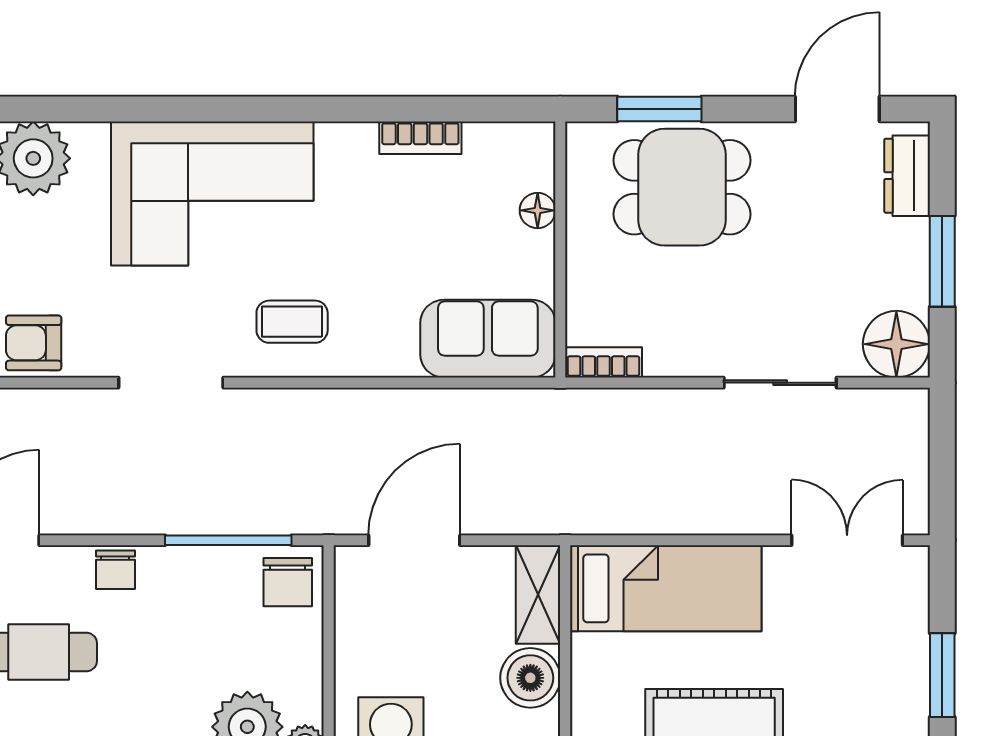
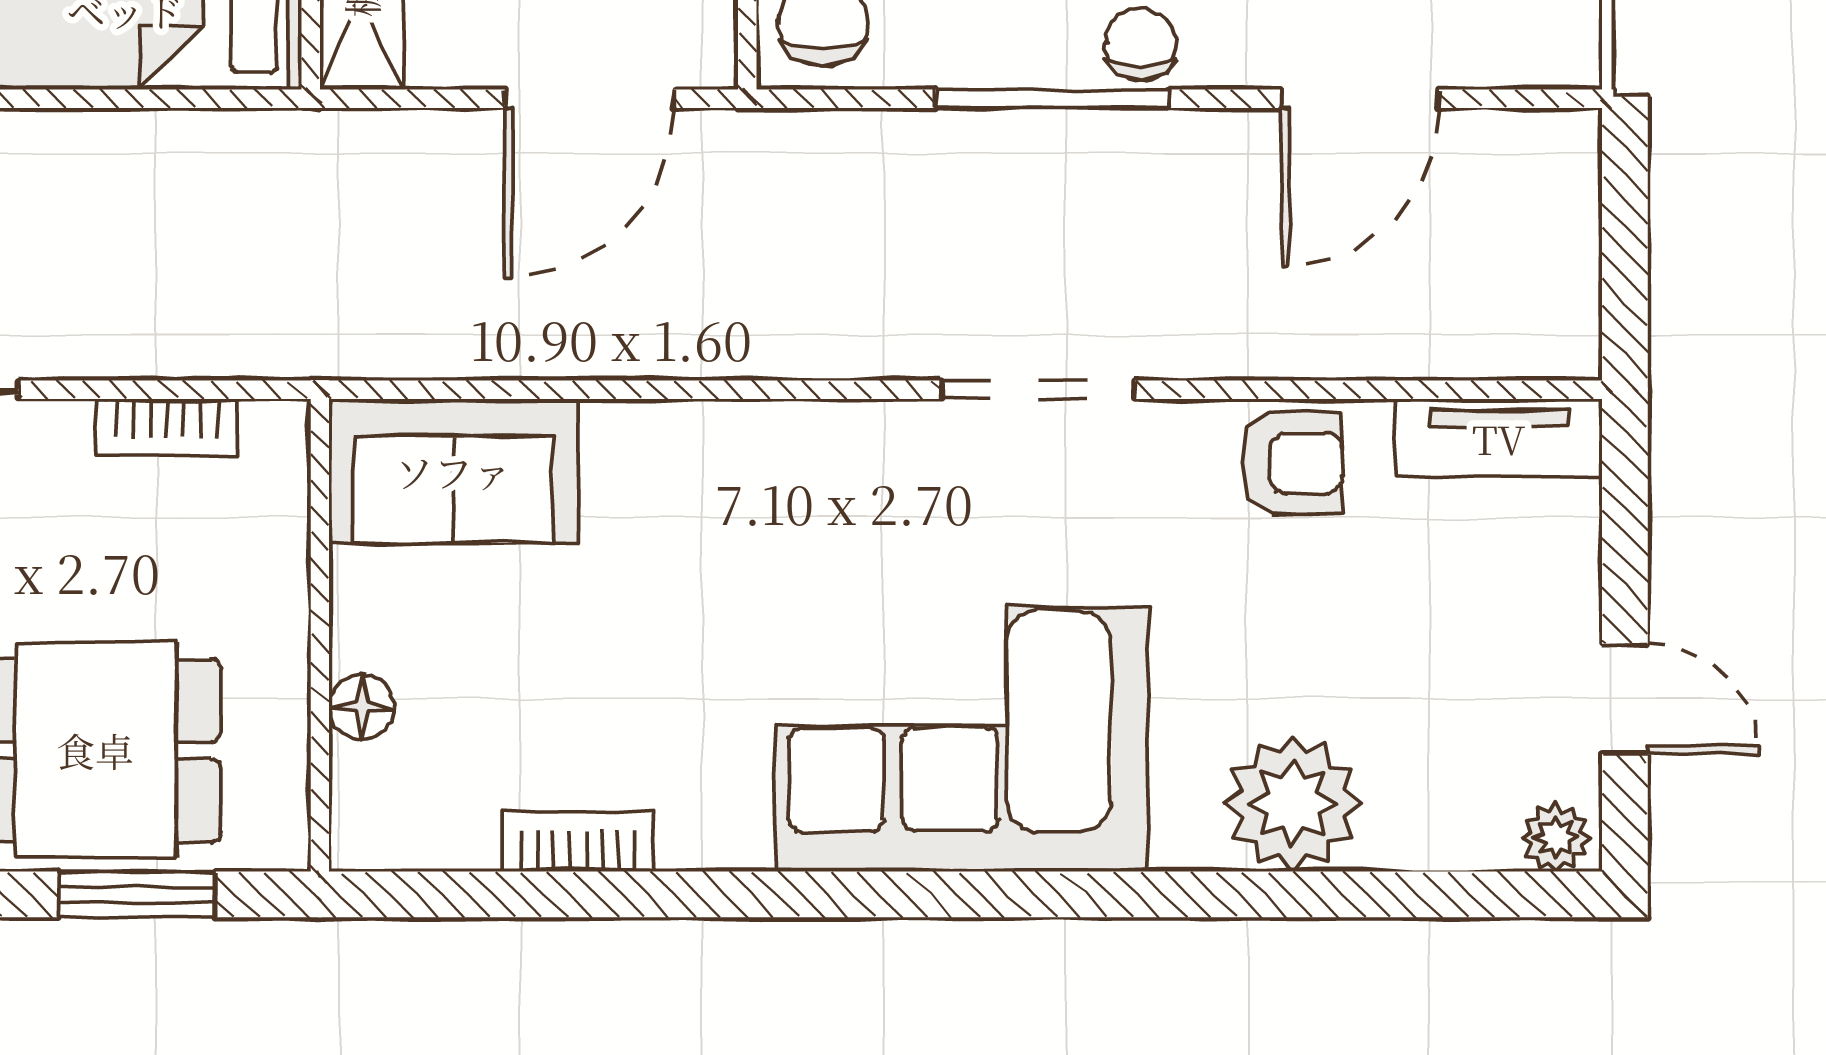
coffee table: (292, 322) -> (815, 502), removed
bookcase: (603, 362) -> (167, 427), moved
window: (228, 540) -> (1052, 99), moved

